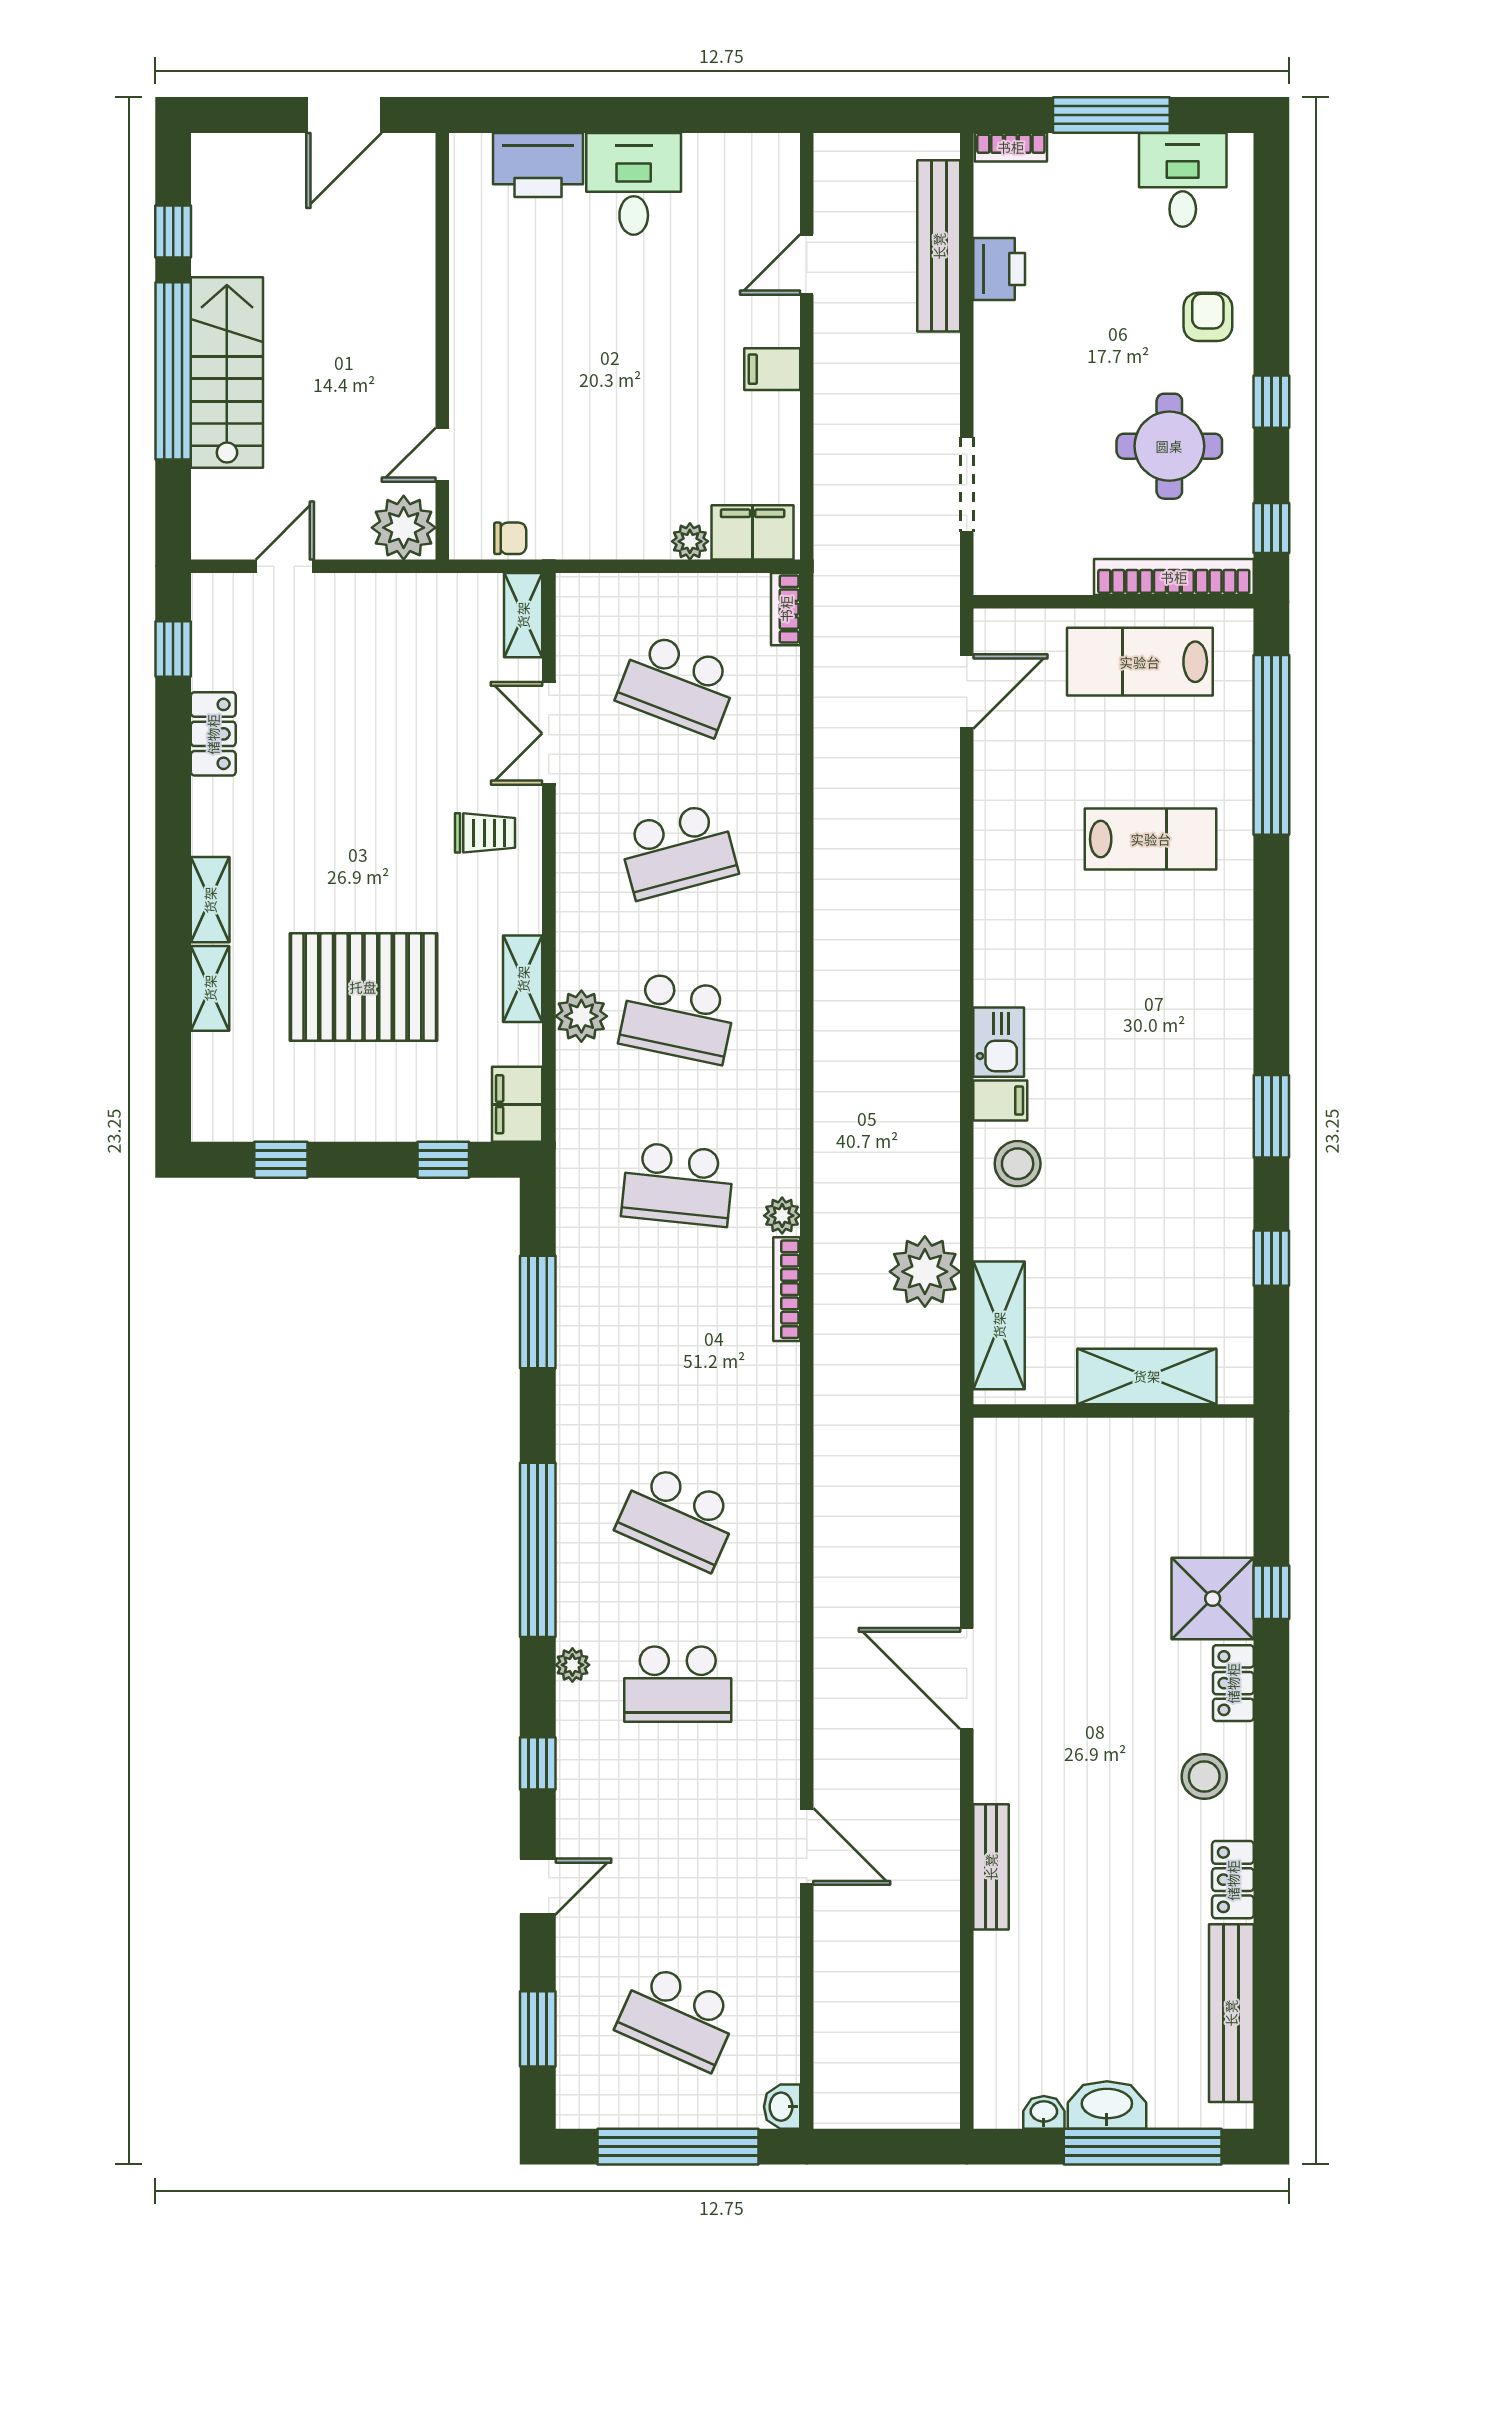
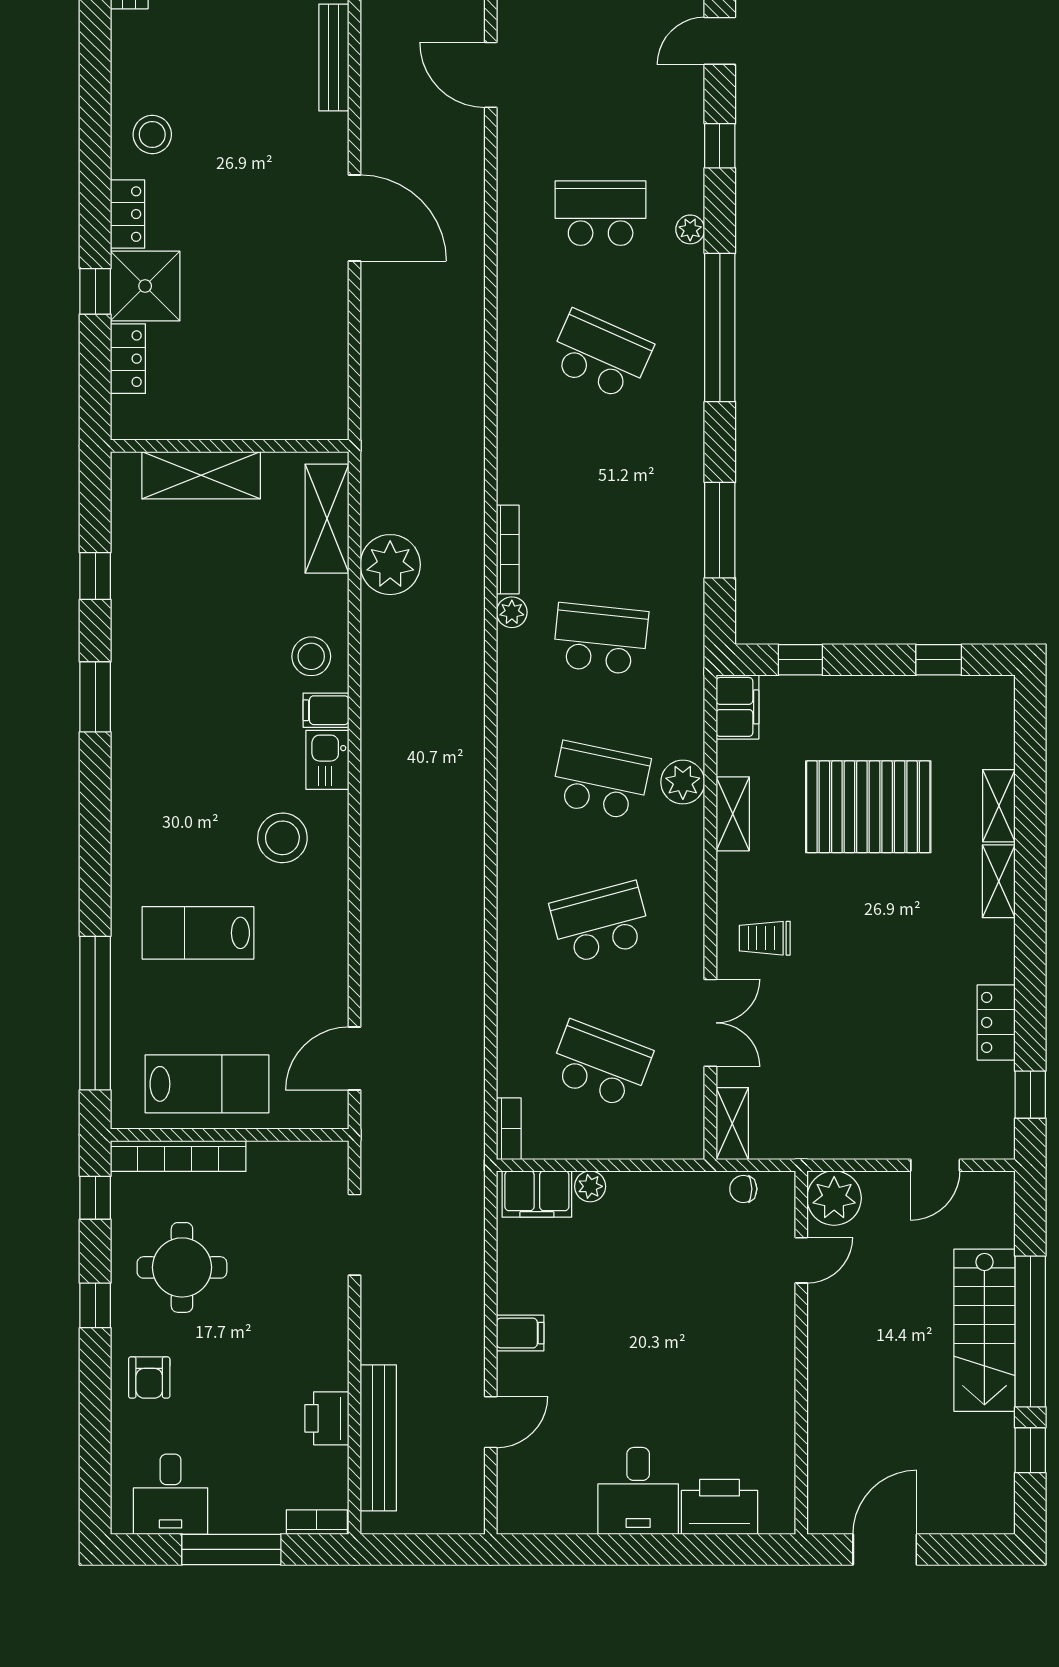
stool: (1051, 951) -> (282, 838), added
locker: (1233, 1880) -> (128, 359), moved

